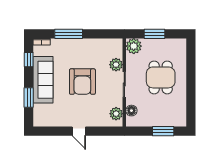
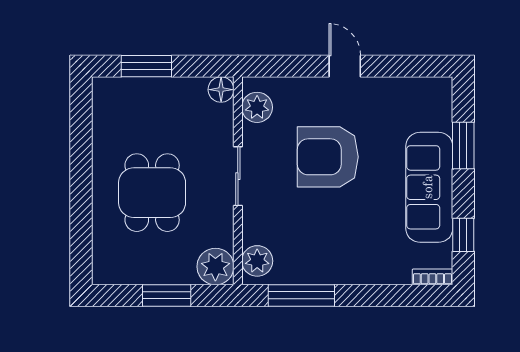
window: (69, 34) -> (301, 295), moved
plant: (116, 65) -> (257, 261), moved
armchair: (82, 82) -> (328, 157), moved, turned -90
floor lamp: (131, 111) -> (221, 90), moved

